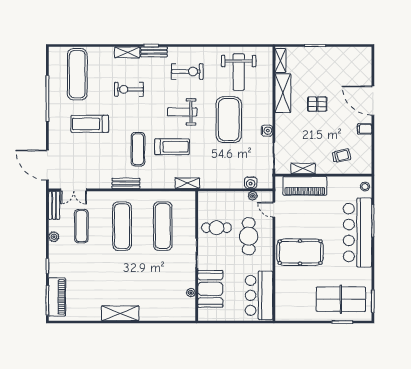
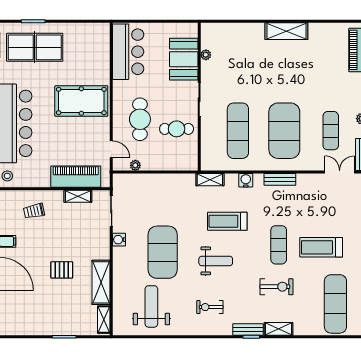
exercise bike: (187, 71) -> (210, 307), width x0.73, depth x0.72
treadmill: (90, 124) -> (321, 247), turned 180
exercise mat: (138, 149) -> (279, 245), moved
water cooler: (251, 183) -> (246, 180), moved
exercise mat: (122, 226) -> (284, 131), width x1.47

